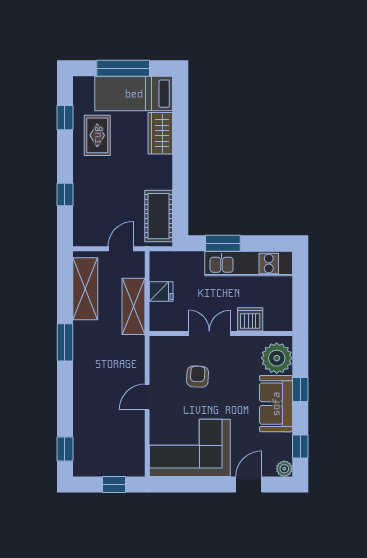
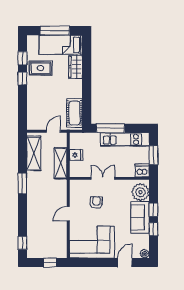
rug: (97, 135) -> (40, 68), turned 90
window: (65, 195) -> (22, 79), moved
window: (223, 243) -> (110, 128), width x1.44
window: (300, 292) -> (153, 155), added
dishwasher: (250, 319) -> (142, 171), moved
window: (300, 447) -> (153, 229), moved

